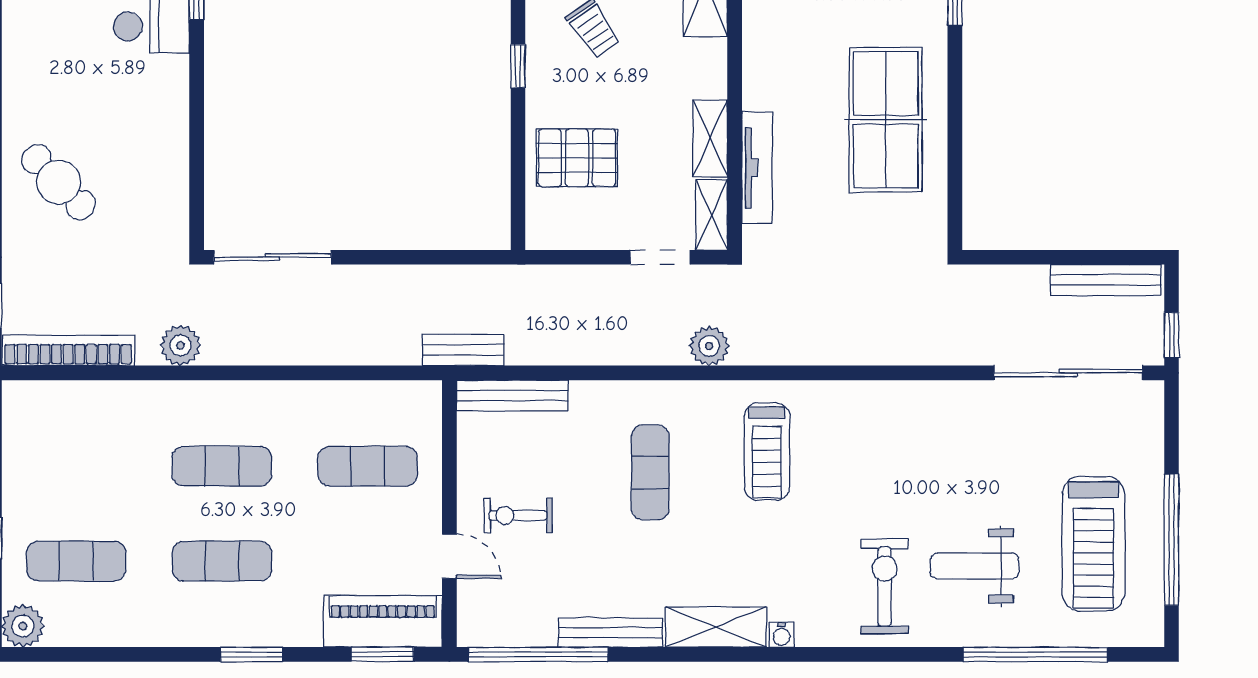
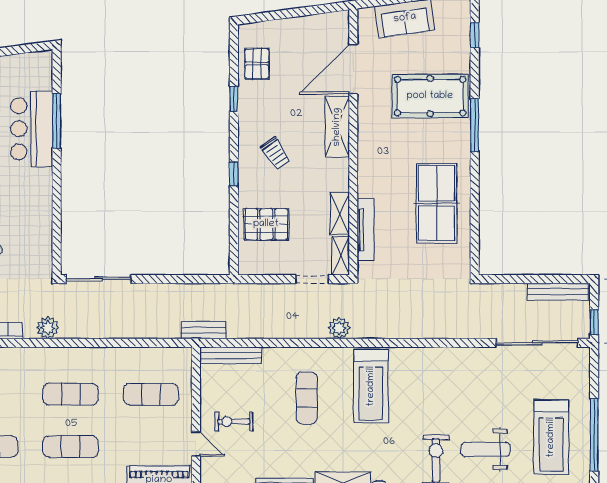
treadmill: (767, 452) -> (371, 386), width x1.37, depth x1.38

